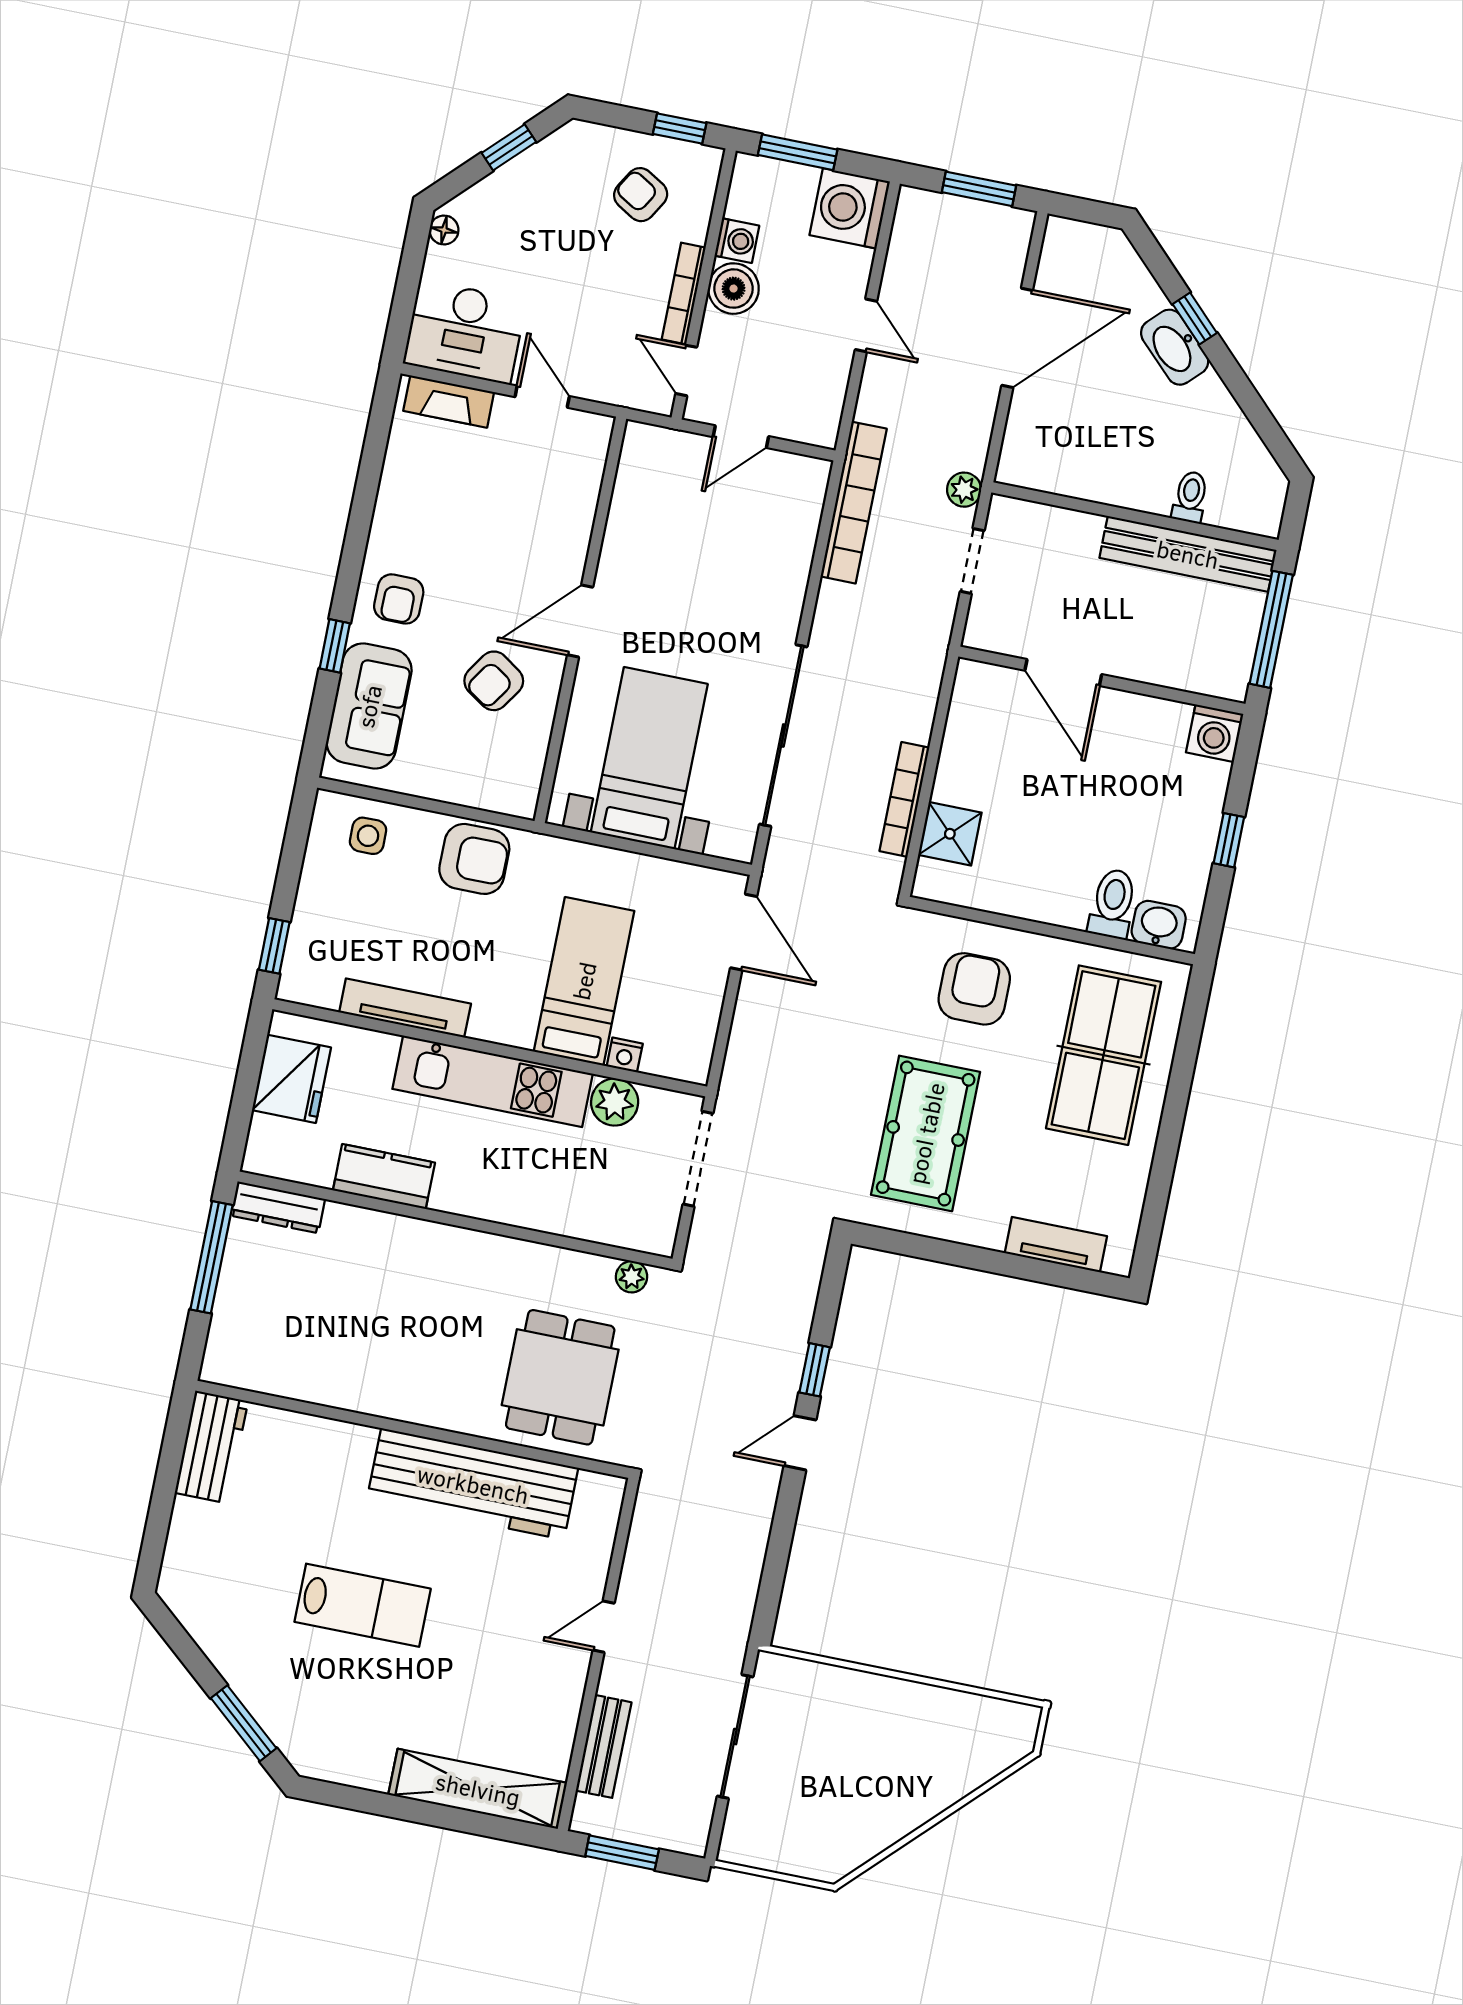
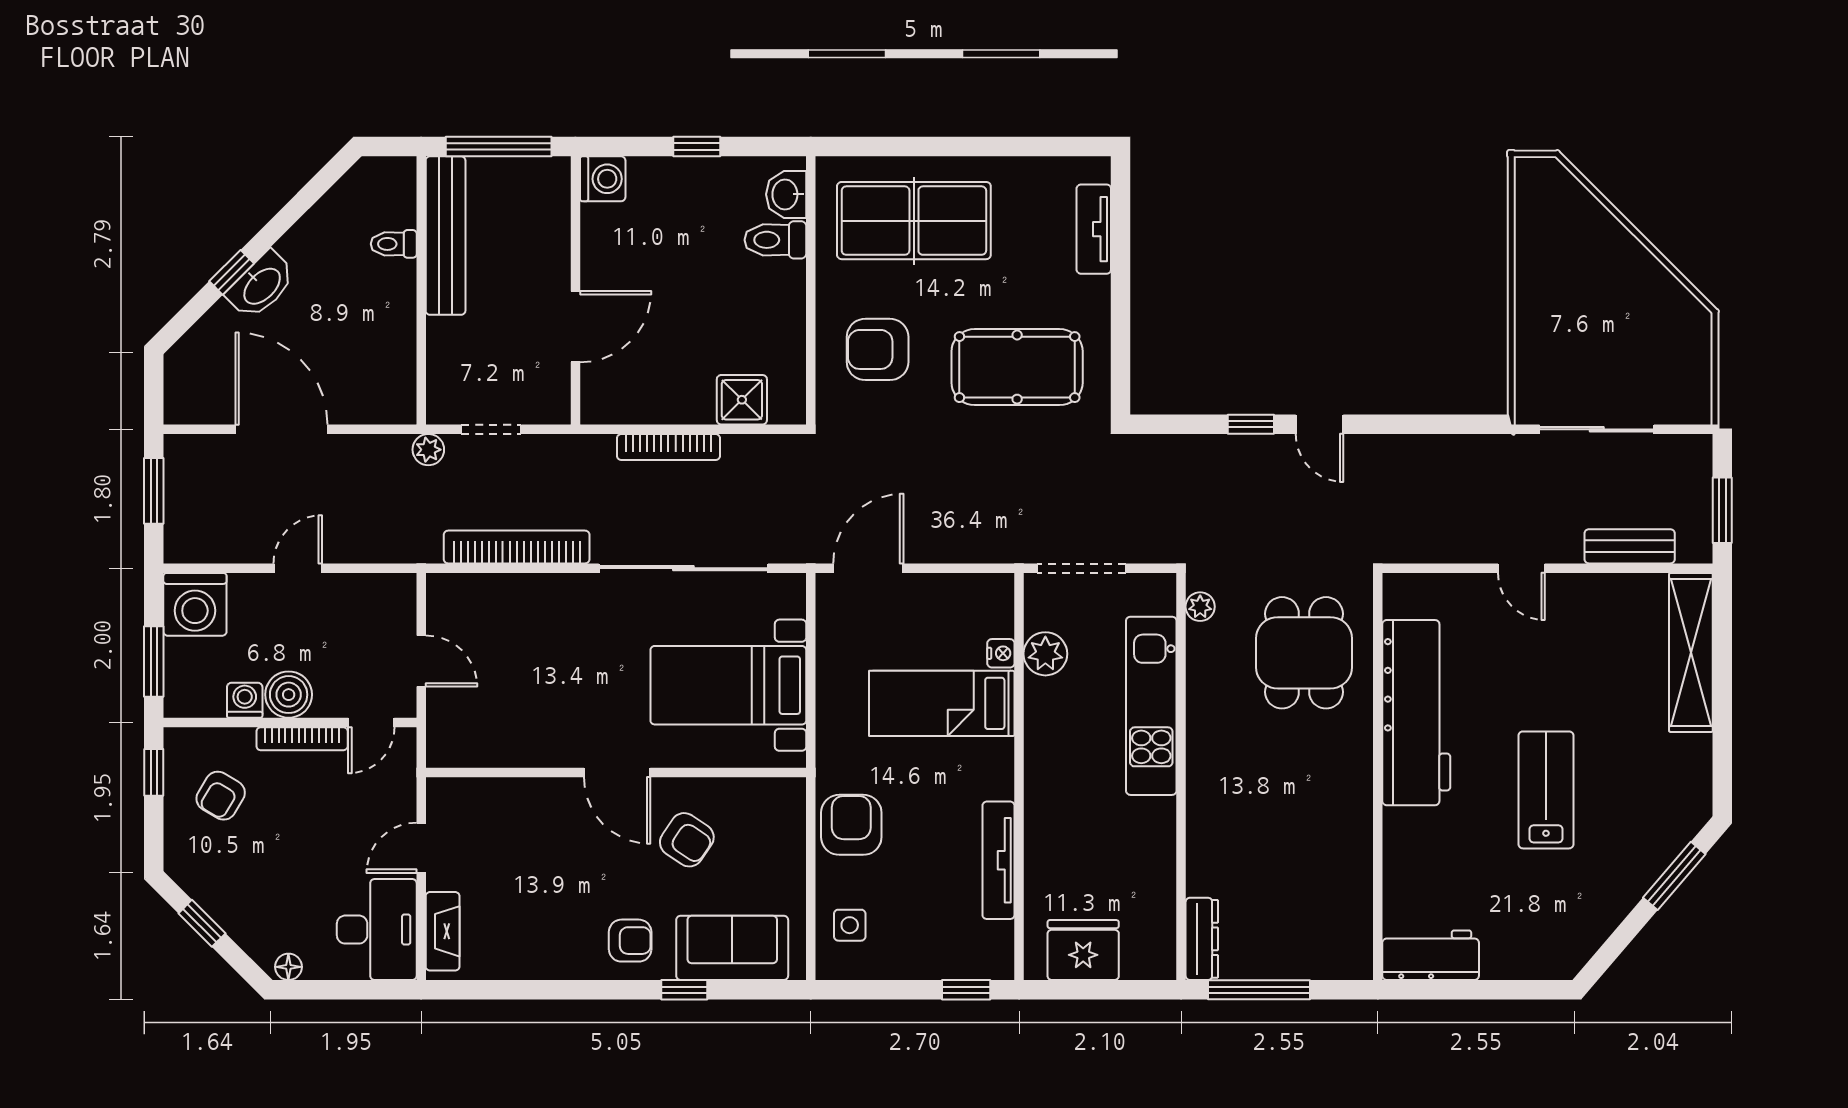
bookcase: (854, 503) -> (517, 547), moved
bookcase: (904, 799) -> (668, 447), moved
kitchen unit: (493, 1081) -> (1151, 706), moved, turned 180
kitchen counter: (384, 1176) -> (1155, 849), removed
dining table: (560, 1377) -> (1304, 653), turned 90

